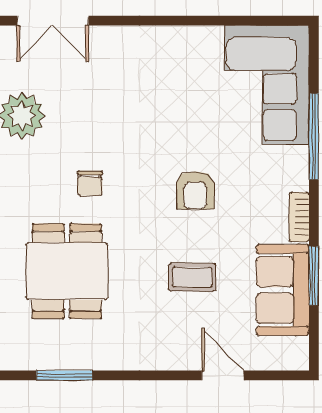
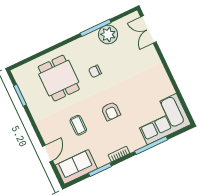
armchair: (195, 190) -> (111, 111), turned -90
dining table: (67, 271) -> (59, 78), turned 90
sofa: (283, 290) -> (76, 167), moved

